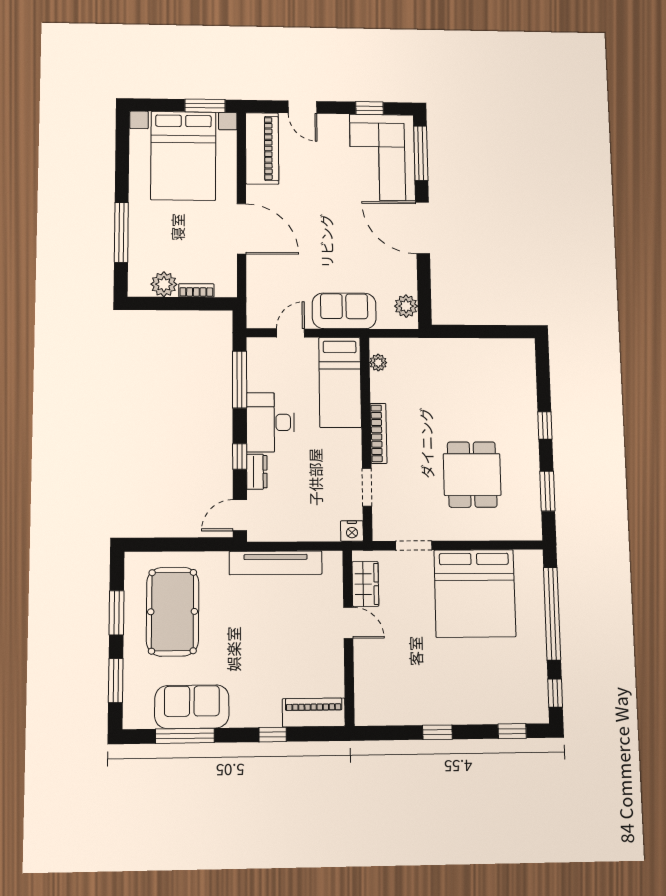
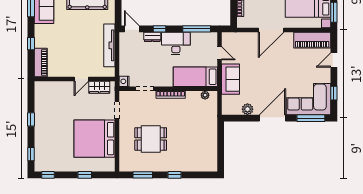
plant: (406, 306) -> (247, 109), moved
window: (552, 614) -> (85, 175), width x0.32

